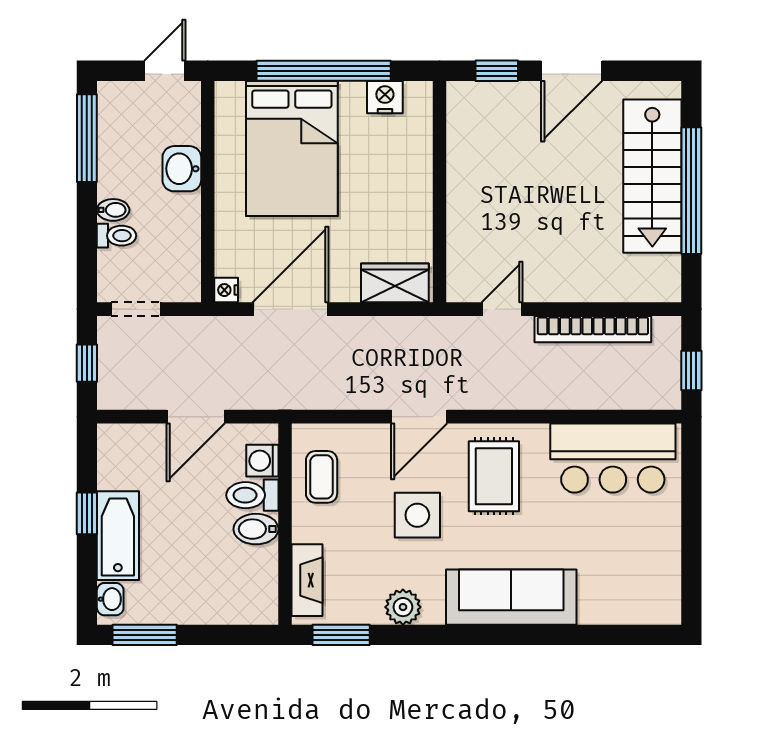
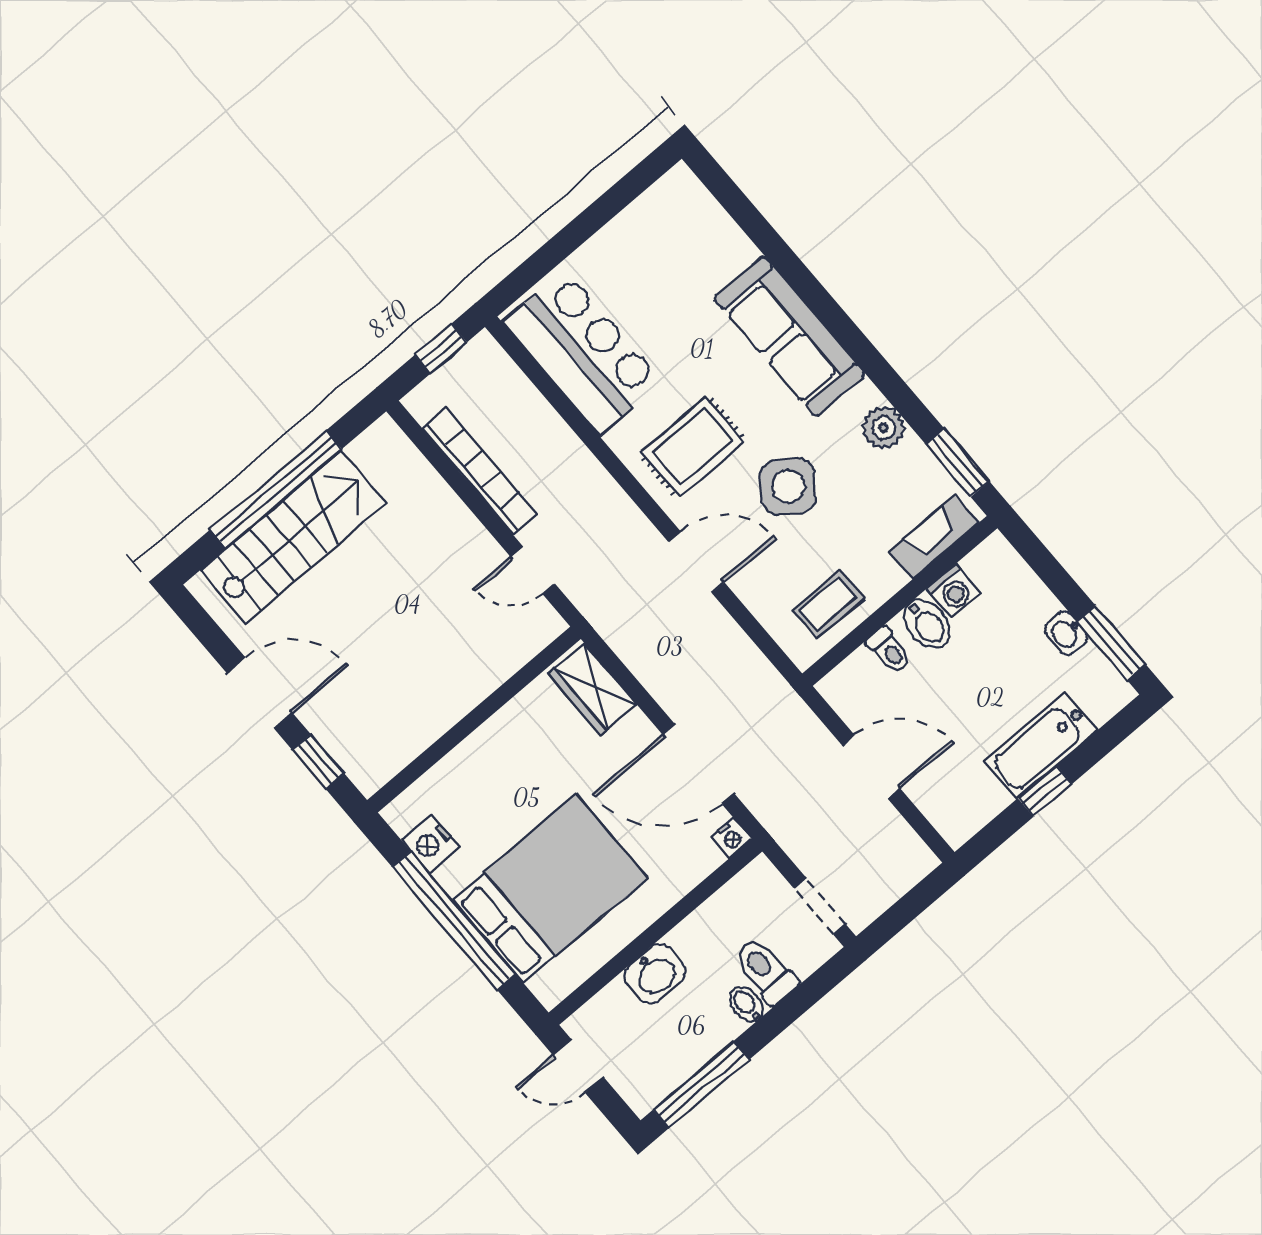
toilet: (117, 236) -> (765, 971), width x1.37, depth x1.39
window: (87, 363) -> (907, 909), removed
washing machine: (262, 461) -> (953, 591), moved
toilet: (252, 495) -> (889, 650), width x0.73, depth x0.72
side table: (417, 515) -> (788, 487), turned 37
washbasin: (110, 599) -> (1066, 633), moved, turned -90

